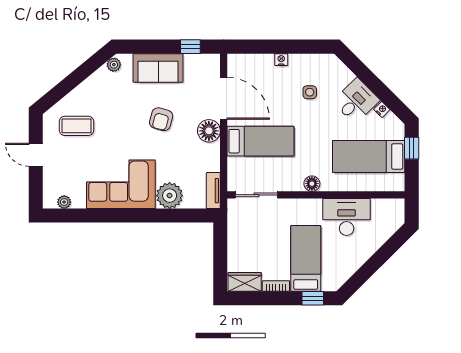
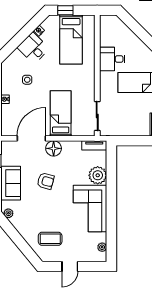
coffee table: (76, 126) -> (50, 239), turned 90
floor lamp: (312, 184) -> (90, 78), removed
desk: (347, 217) -> (112, 59), width x0.73

